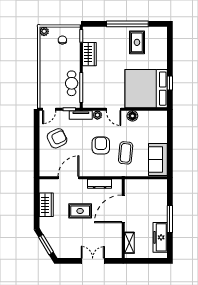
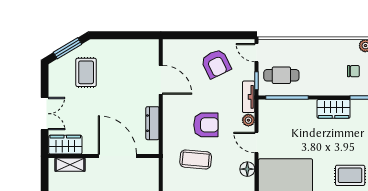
cafe table: (72, 83) -> (281, 75), moved
door: (113, 109) -> (257, 143), hinge flipped
wardrobe: (46, 205) -> (65, 145), moved, turned 180
rug: (80, 211) -> (86, 72), moved

